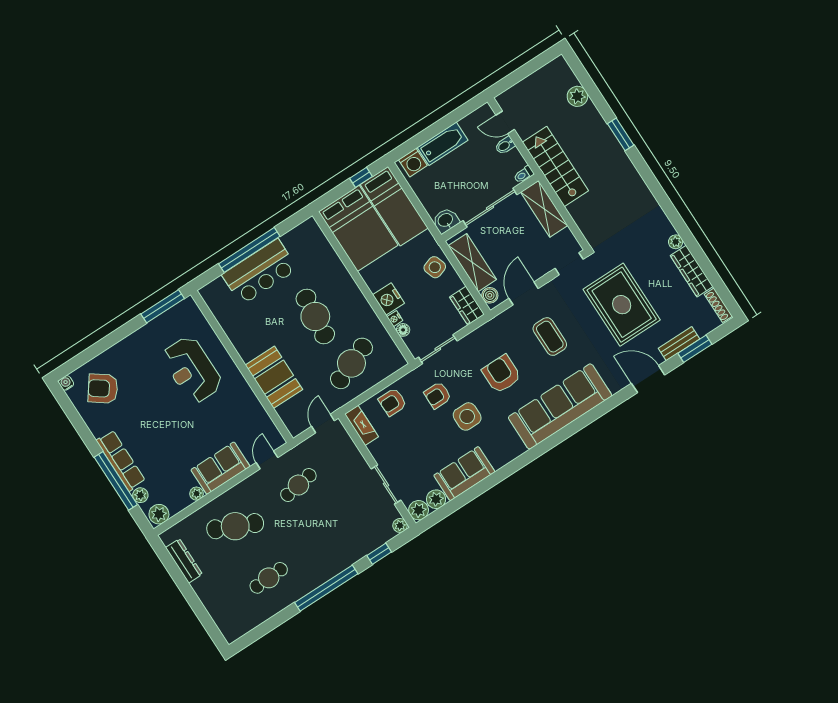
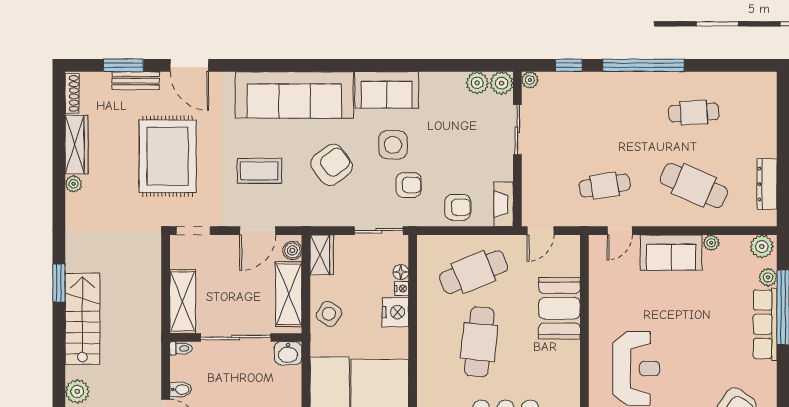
window: (621, 134) -> (59, 283), moved
stairs: (555, 166) -> (82, 319), moved, turned 180
side table: (435, 267) -> (329, 314), turned -38
coffee table: (550, 337) -> (259, 171), turned 90
armchair: (501, 374) -> (332, 165), turned -127
sofa: (464, 474) -> (387, 90), moved

